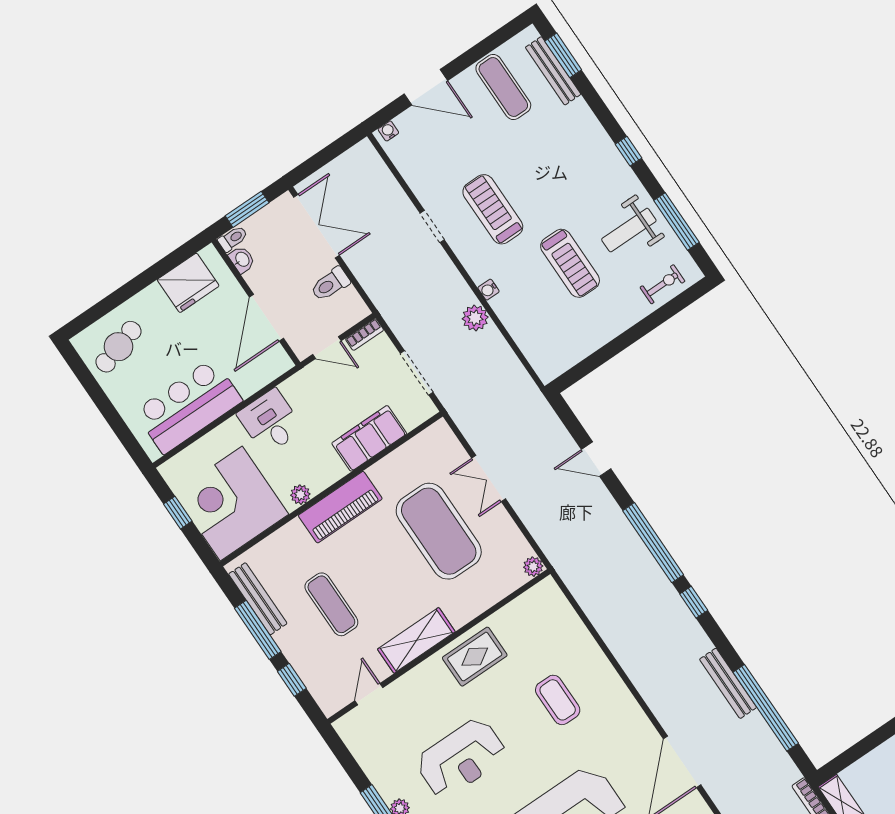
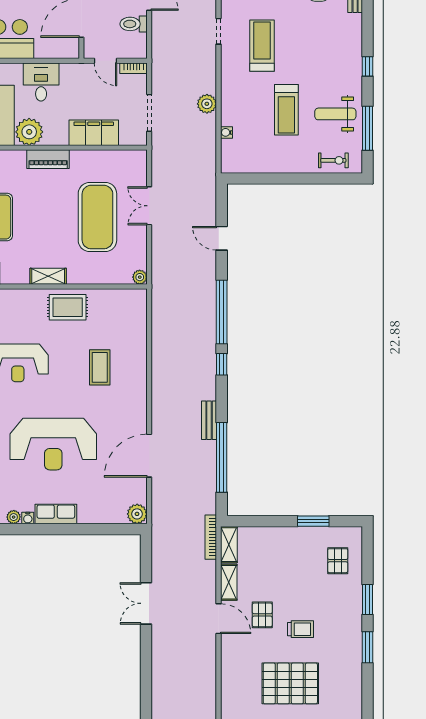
water cooler: (489, 290) -> (227, 132), moved
plant: (300, 495) -> (29, 132), width x1.88, depth x1.88
piano: (340, 507) -> (48, 159), width x0.73, depth x0.75
shelving: (416, 640) -> (48, 276), width x0.67, depth x0.75
bench: (728, 683) -> (209, 420), width x0.73

